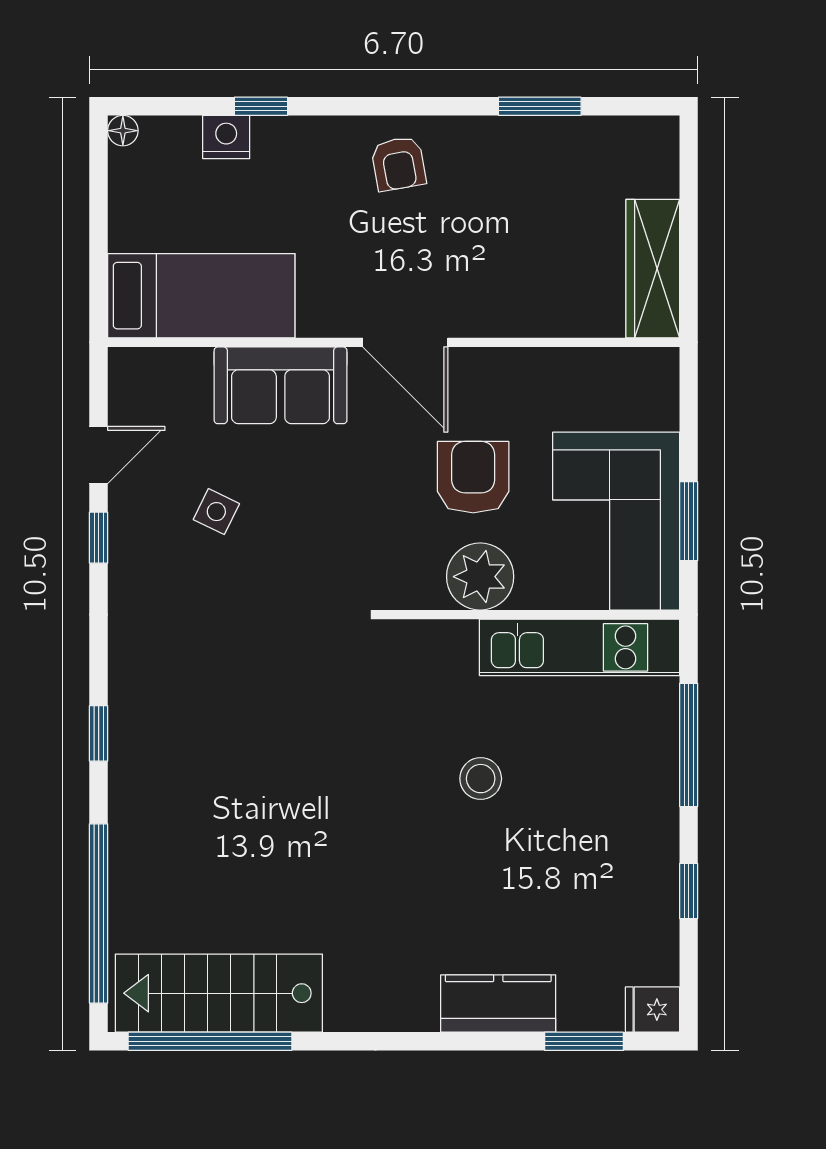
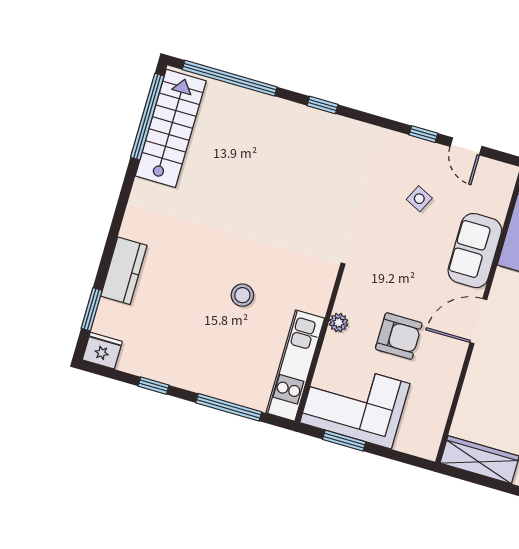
plant: (480, 577) -> (339, 323), width x0.53, depth x0.53
fridge: (653, 1010) -> (102, 351), width x1.38

